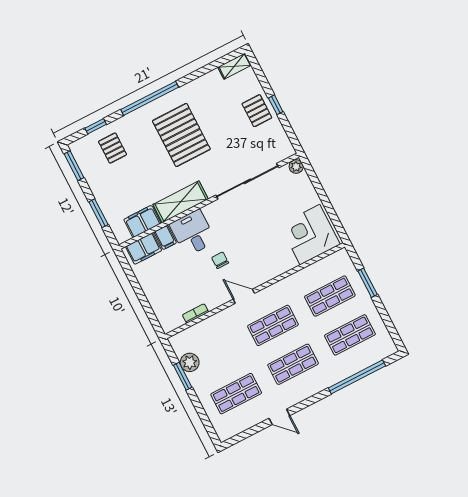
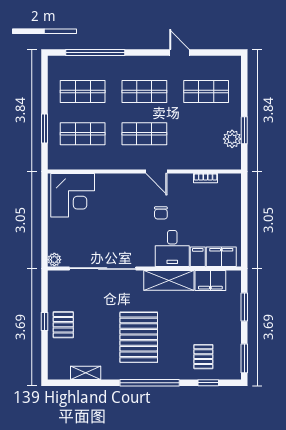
shelving: (235, 66) -> (86, 373), moved

